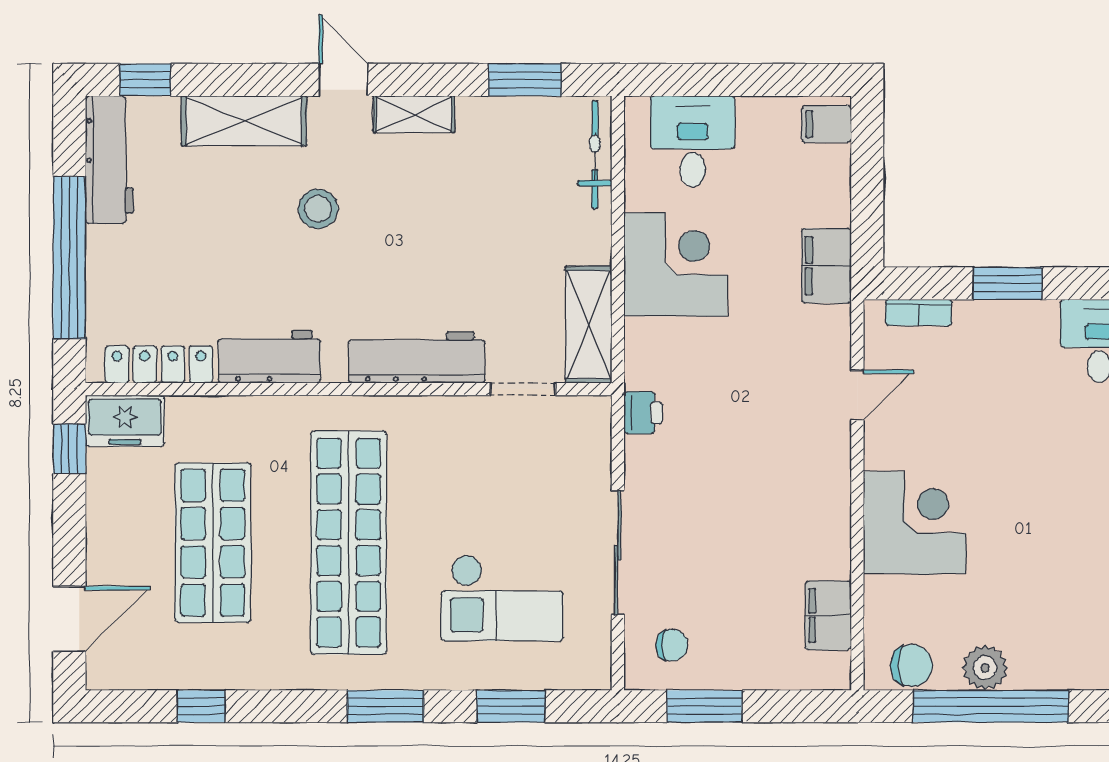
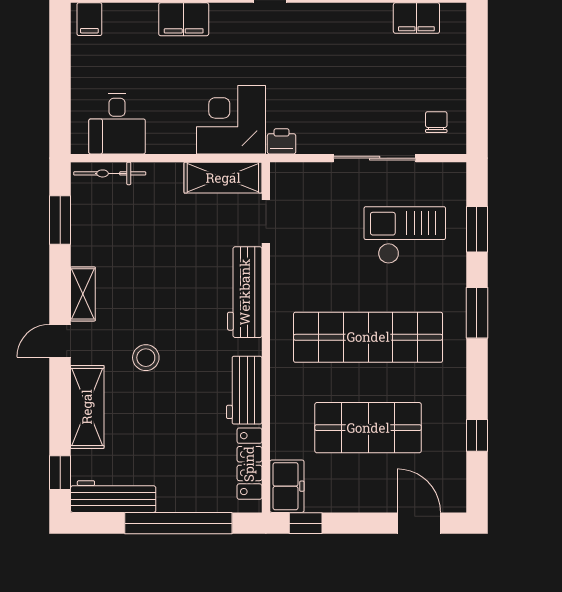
desk: (693, 141) -> (117, 124), moved, turned -90
corner desk: (676, 265) -> (231, 120), moved
checkout: (502, 598) -> (405, 235), turned -90
window: (705, 706) -> (477, 100), removed

